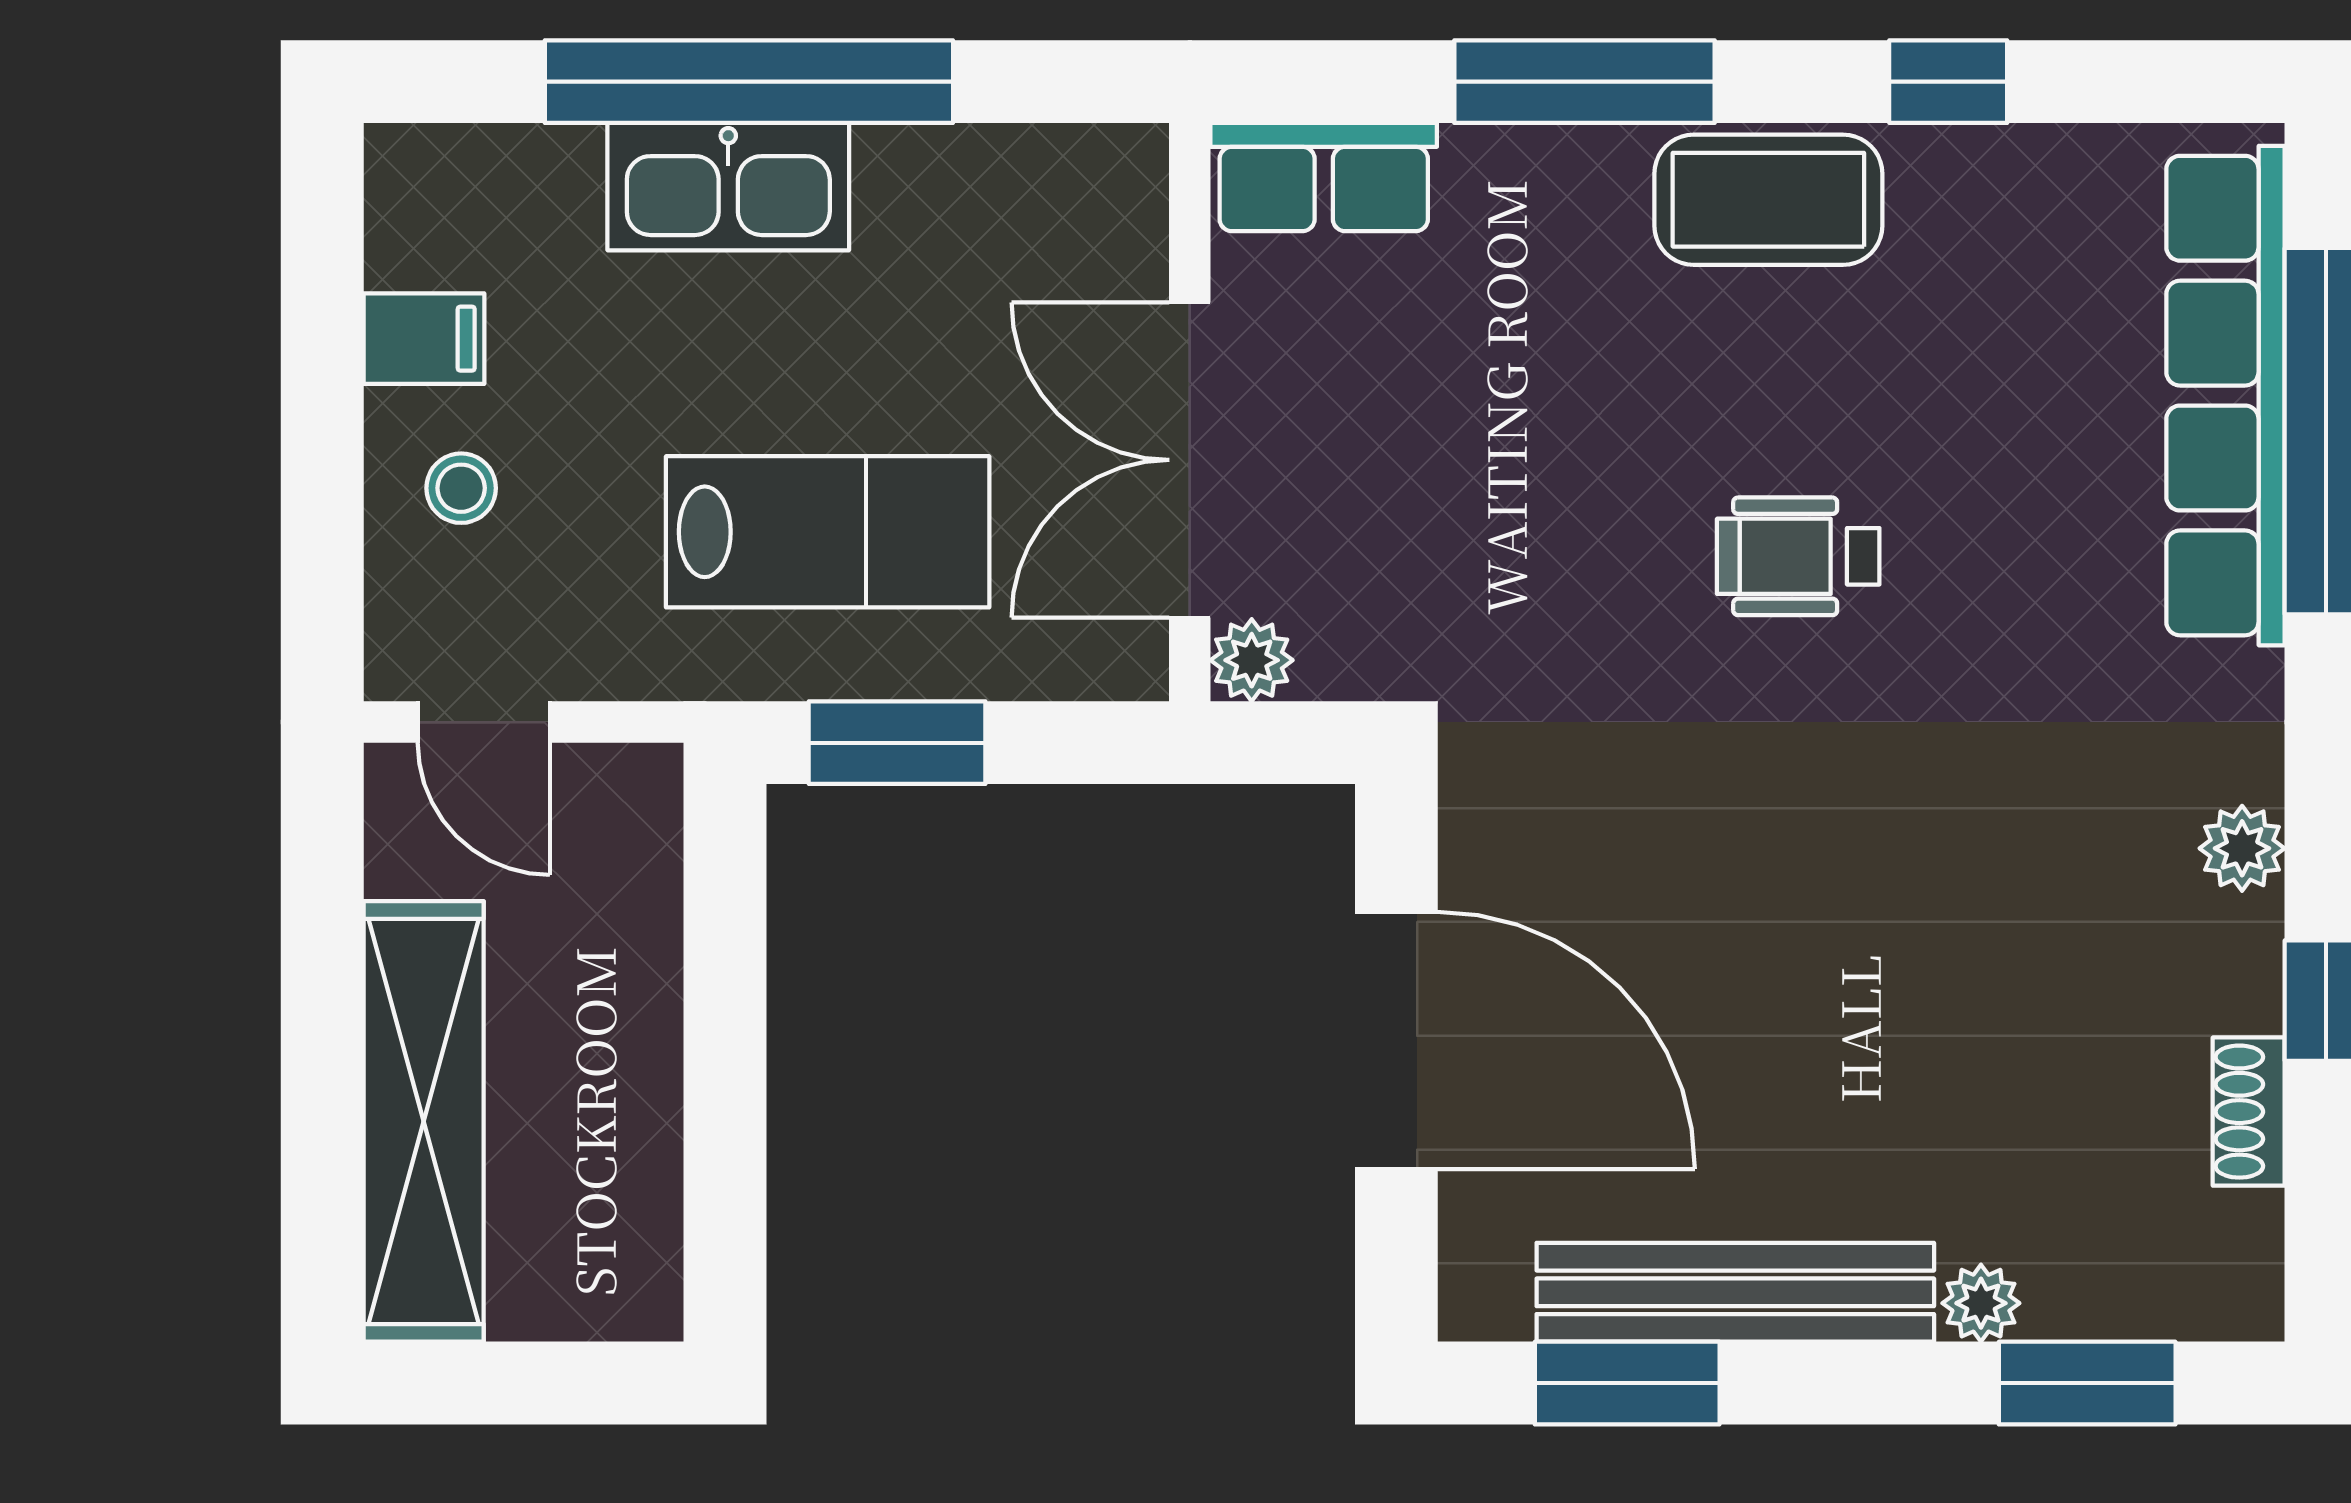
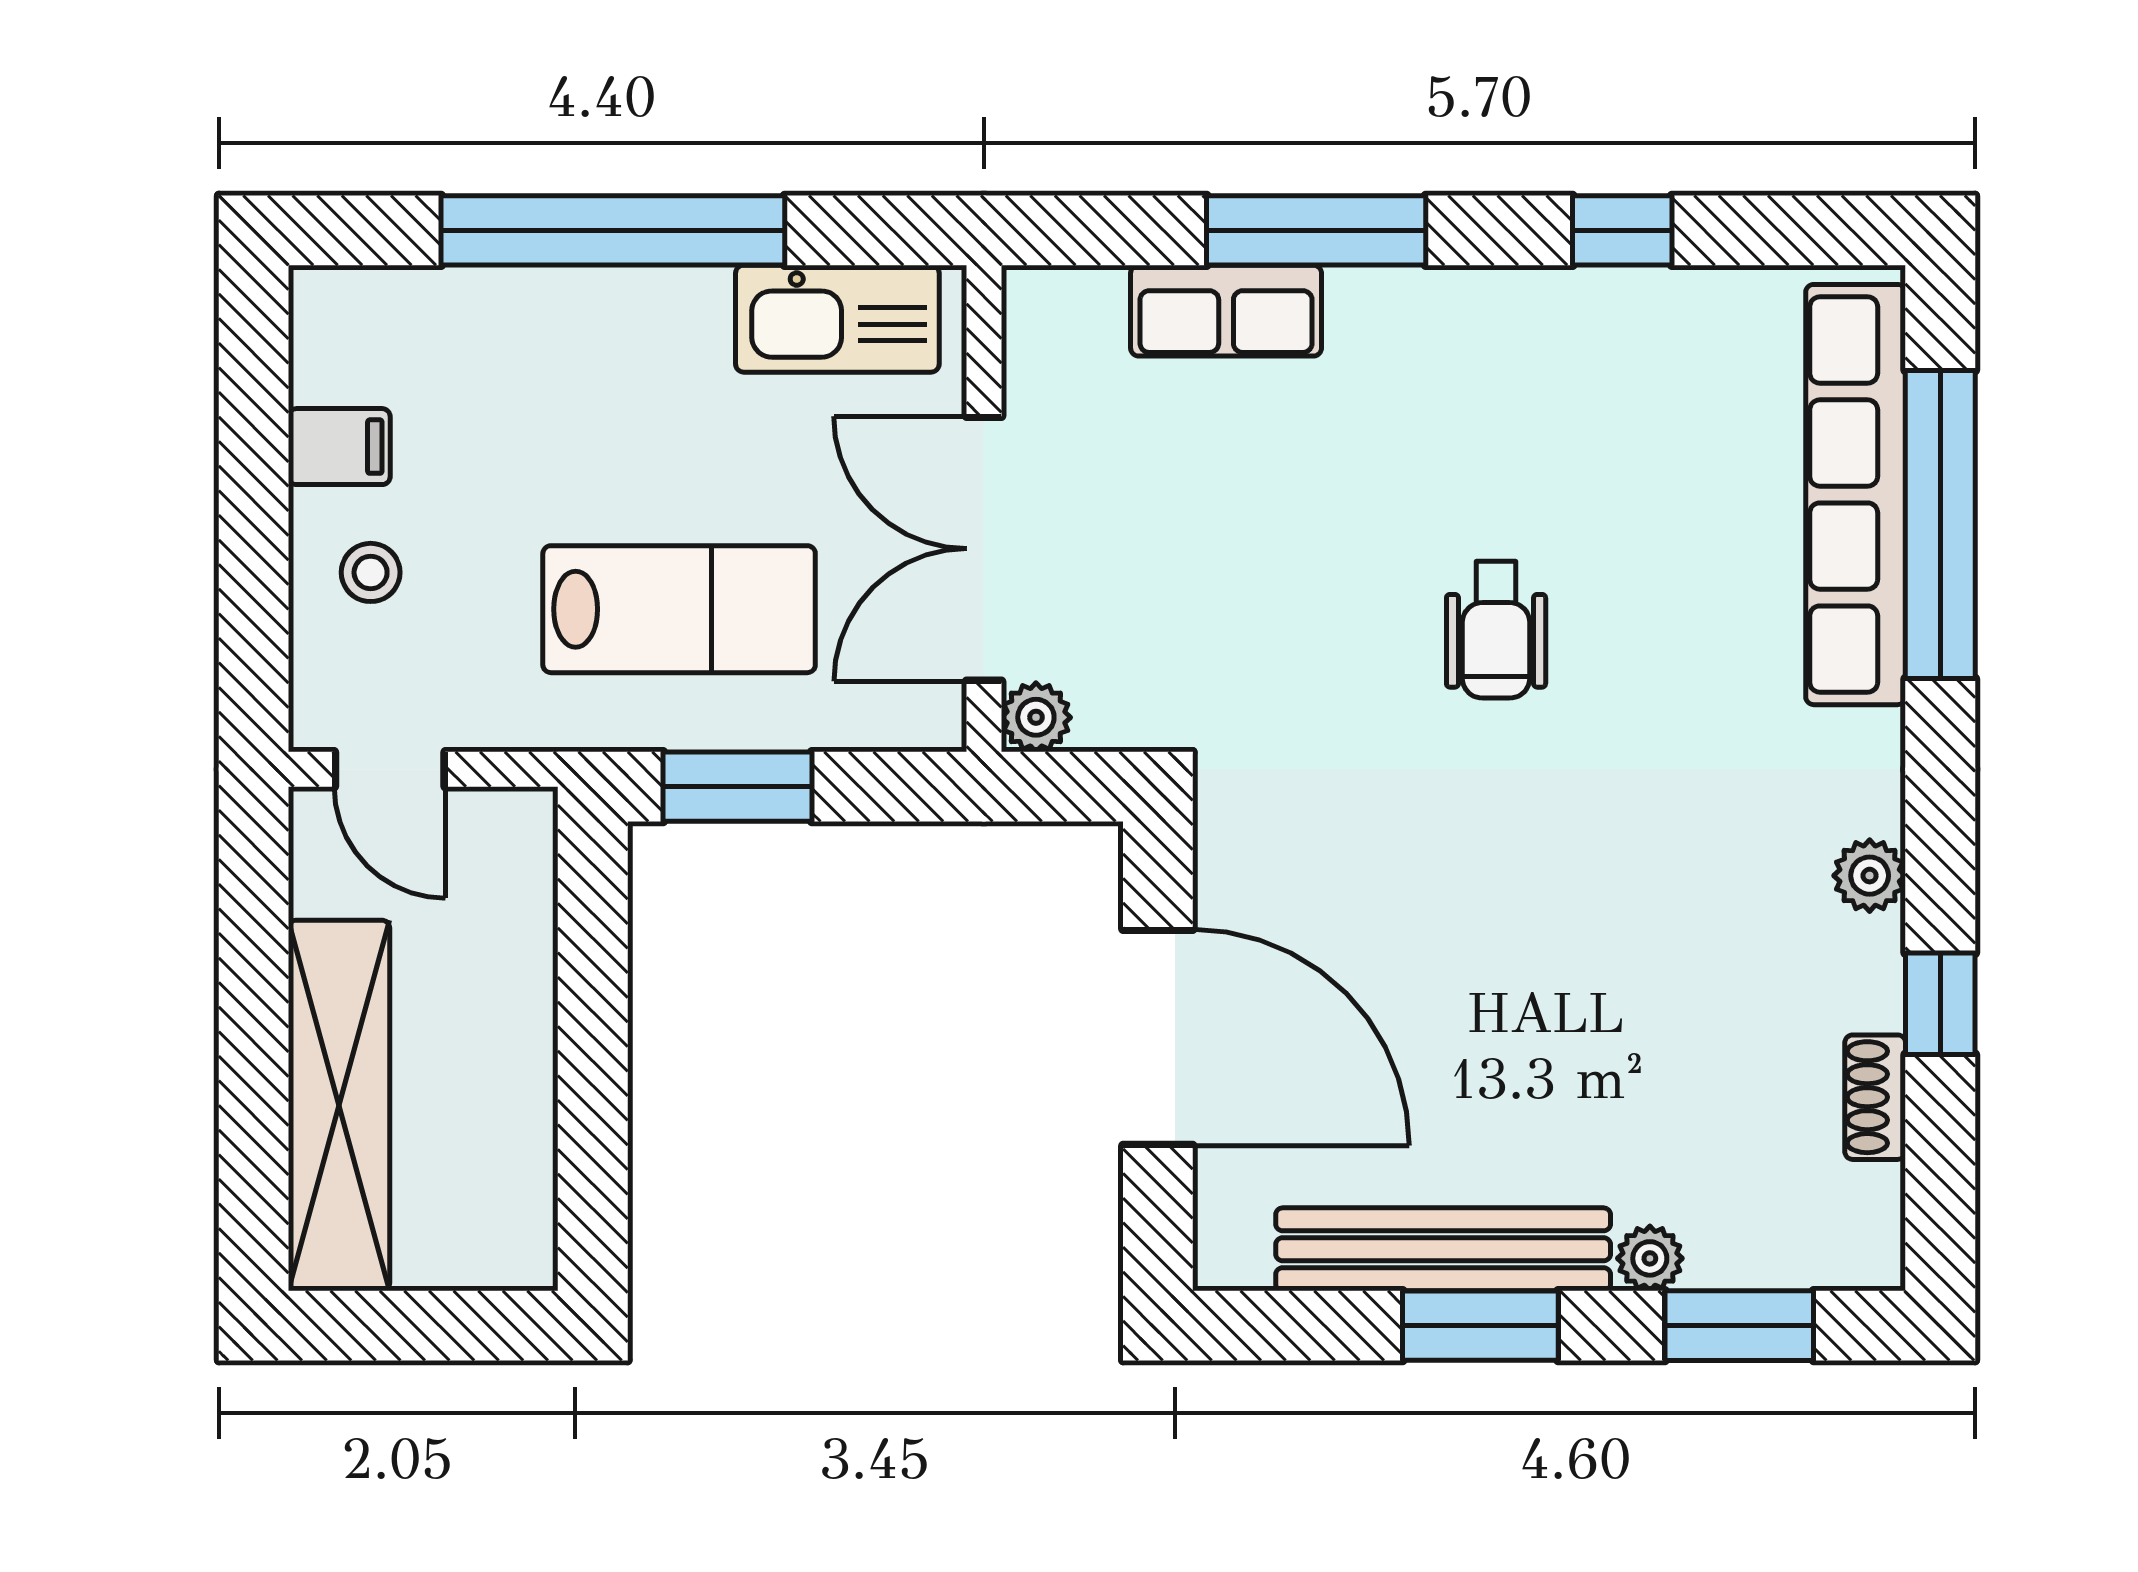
row of seats: (1324, 177) -> (1226, 311), moved
kitchen sink: (728, 187) -> (837, 319), moved
coffee table: (1768, 200) -> (1471, 330), removed
wheelchair: (1798, 556) -> (1496, 630), turned -90
window: (1627, 1383) -> (1480, 1326), moved

